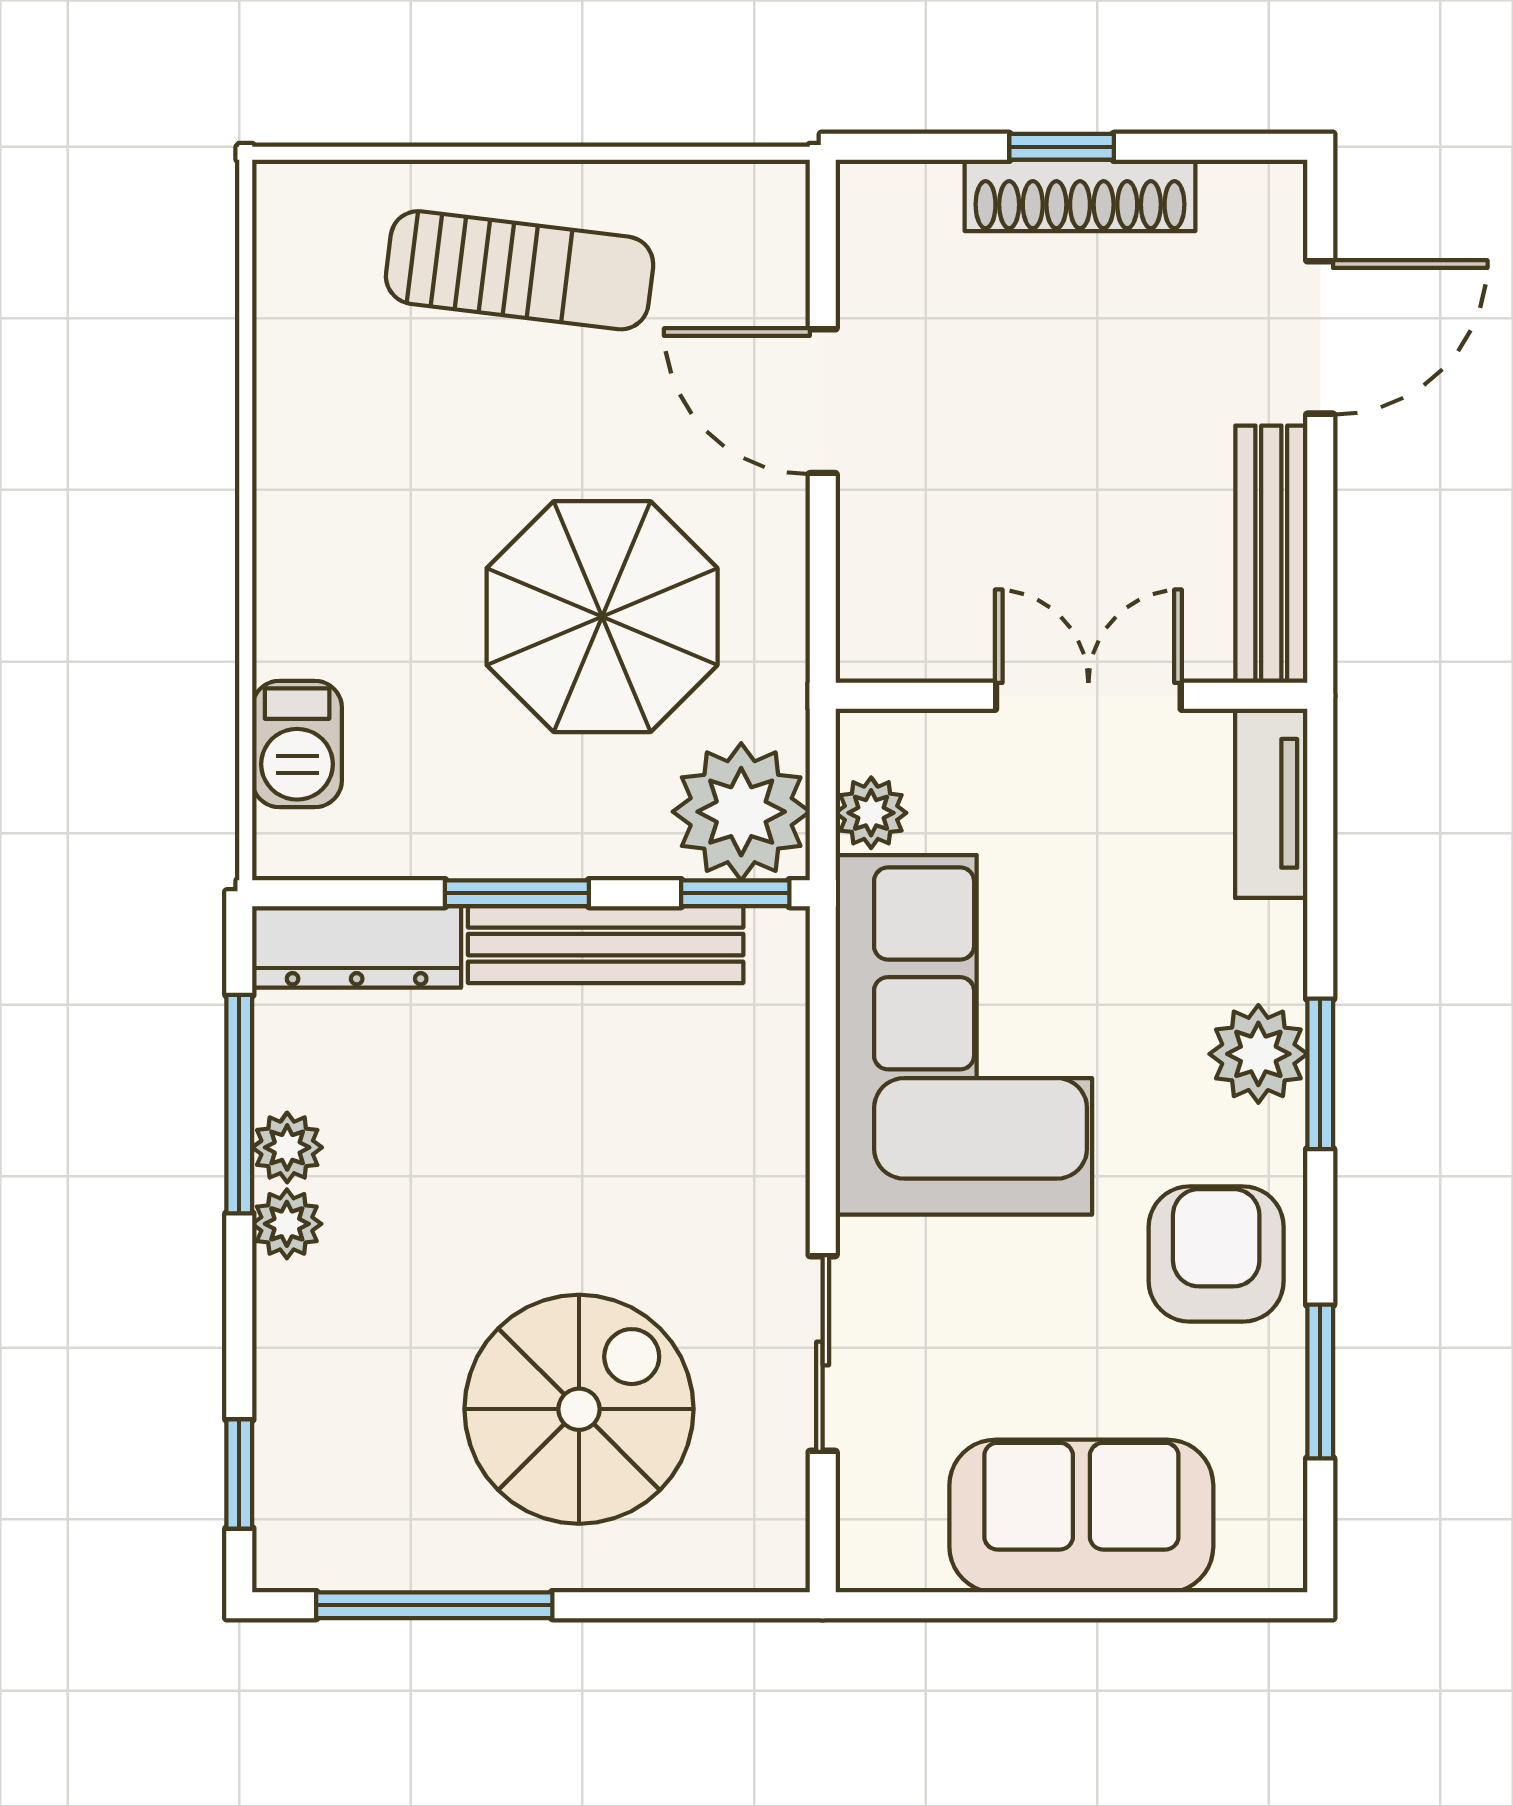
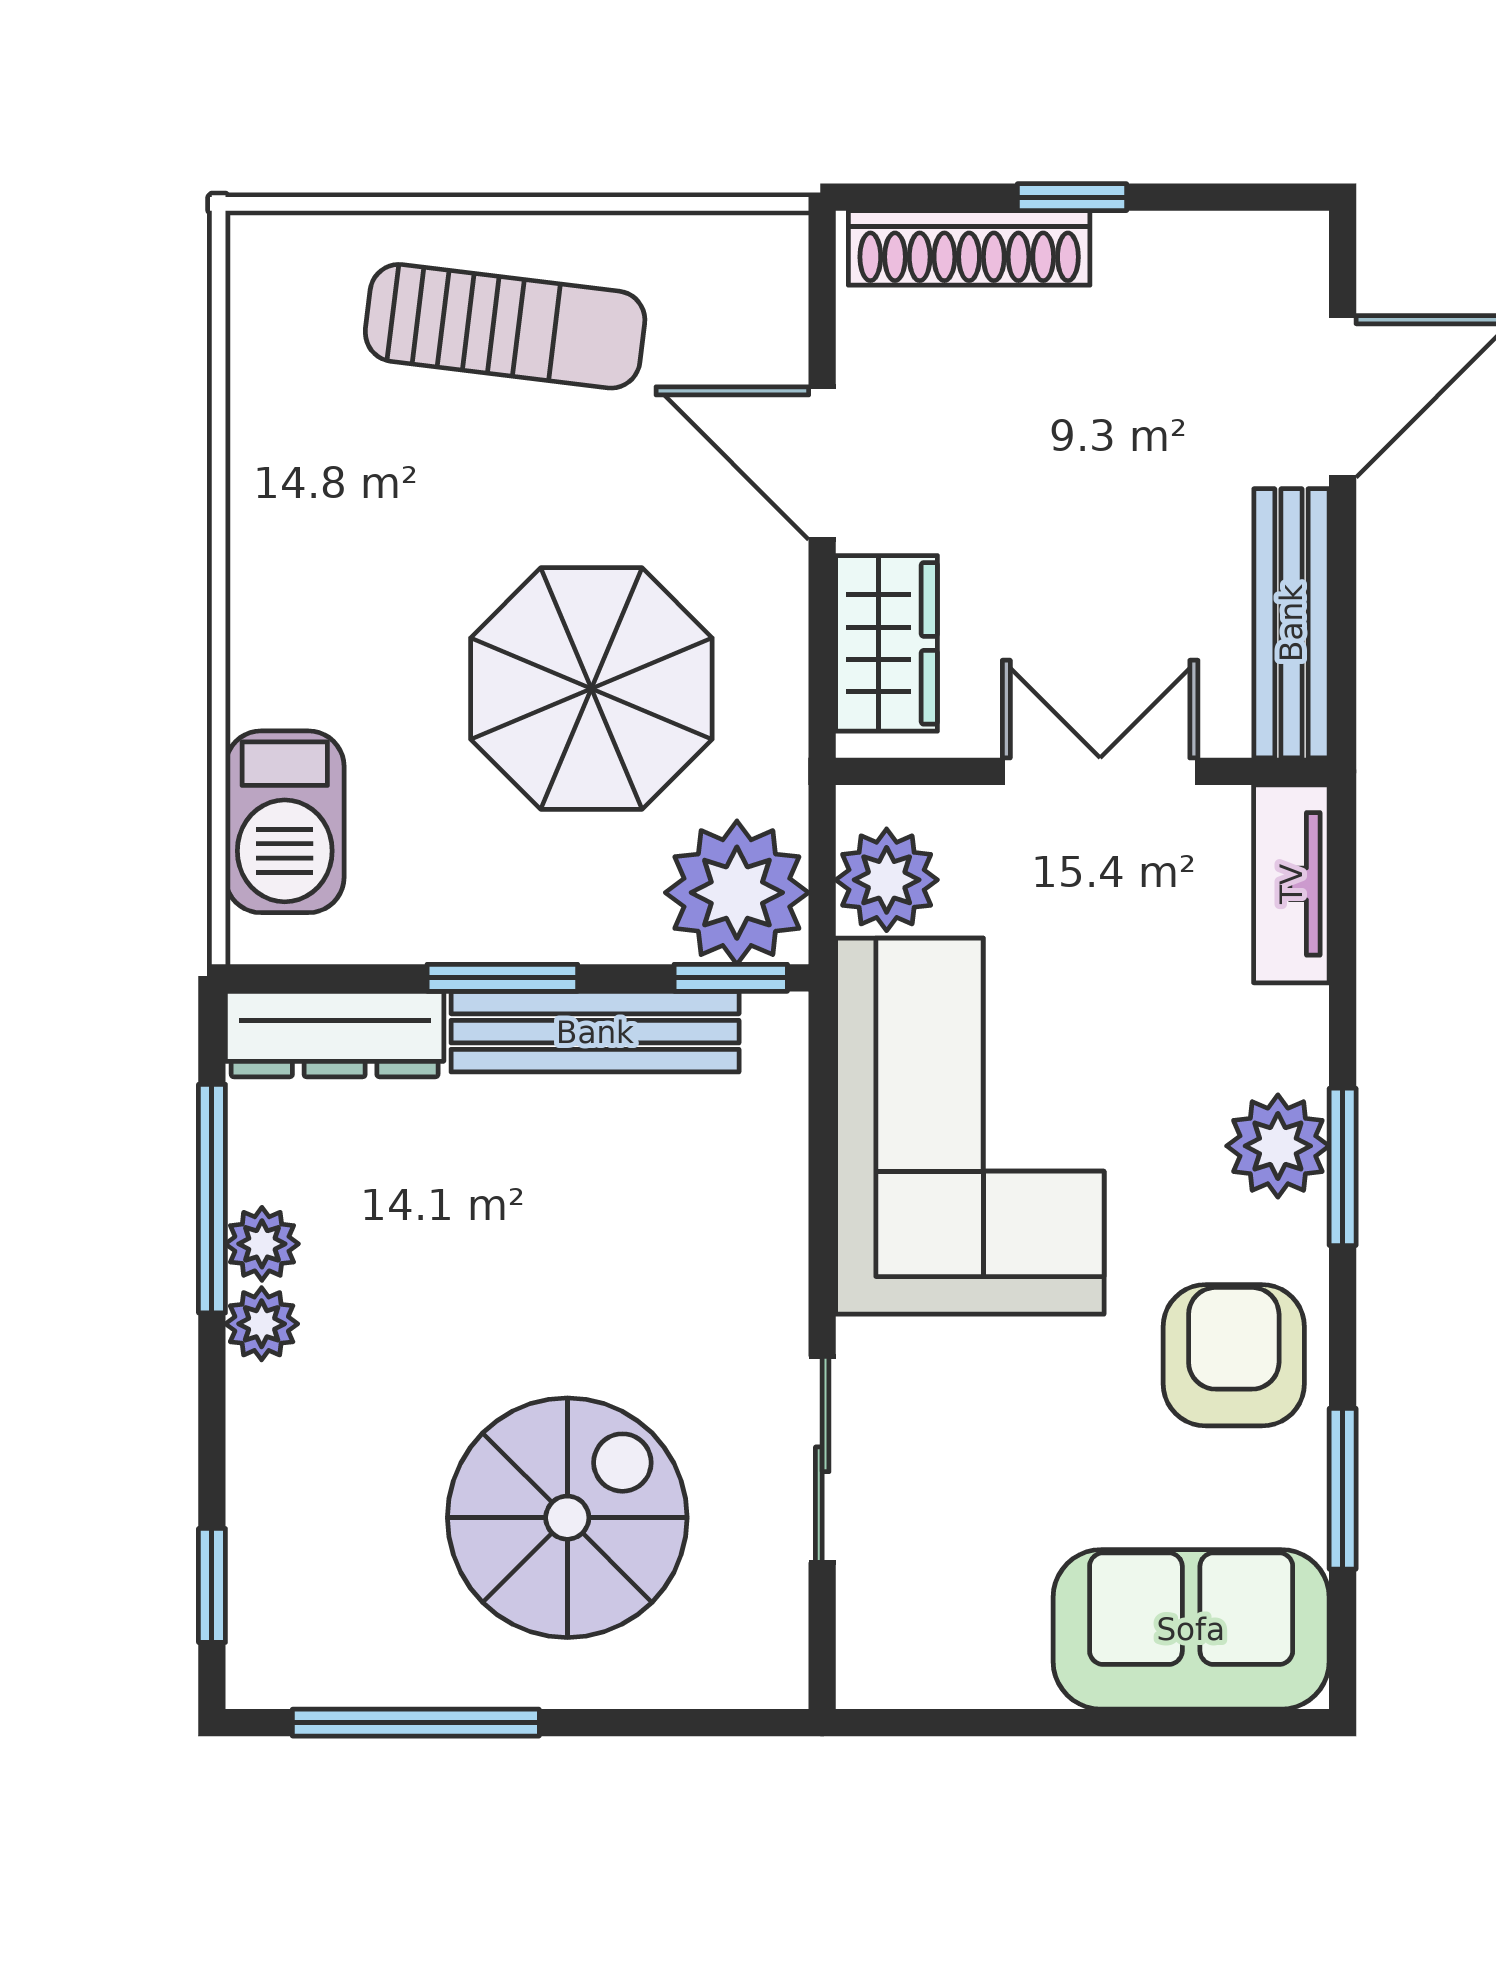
shoe rack: (1080, 195) -> (969, 248), moved
wardrobe: (884, 573) -> (887, 643), added
barbecue: (297, 744) -> (285, 822), width x1.38, depth x1.27
plant: (871, 813) -> (887, 880), width x1.38, depth x1.38
sofa: (1081, 1516) -> (1191, 1629), moved

